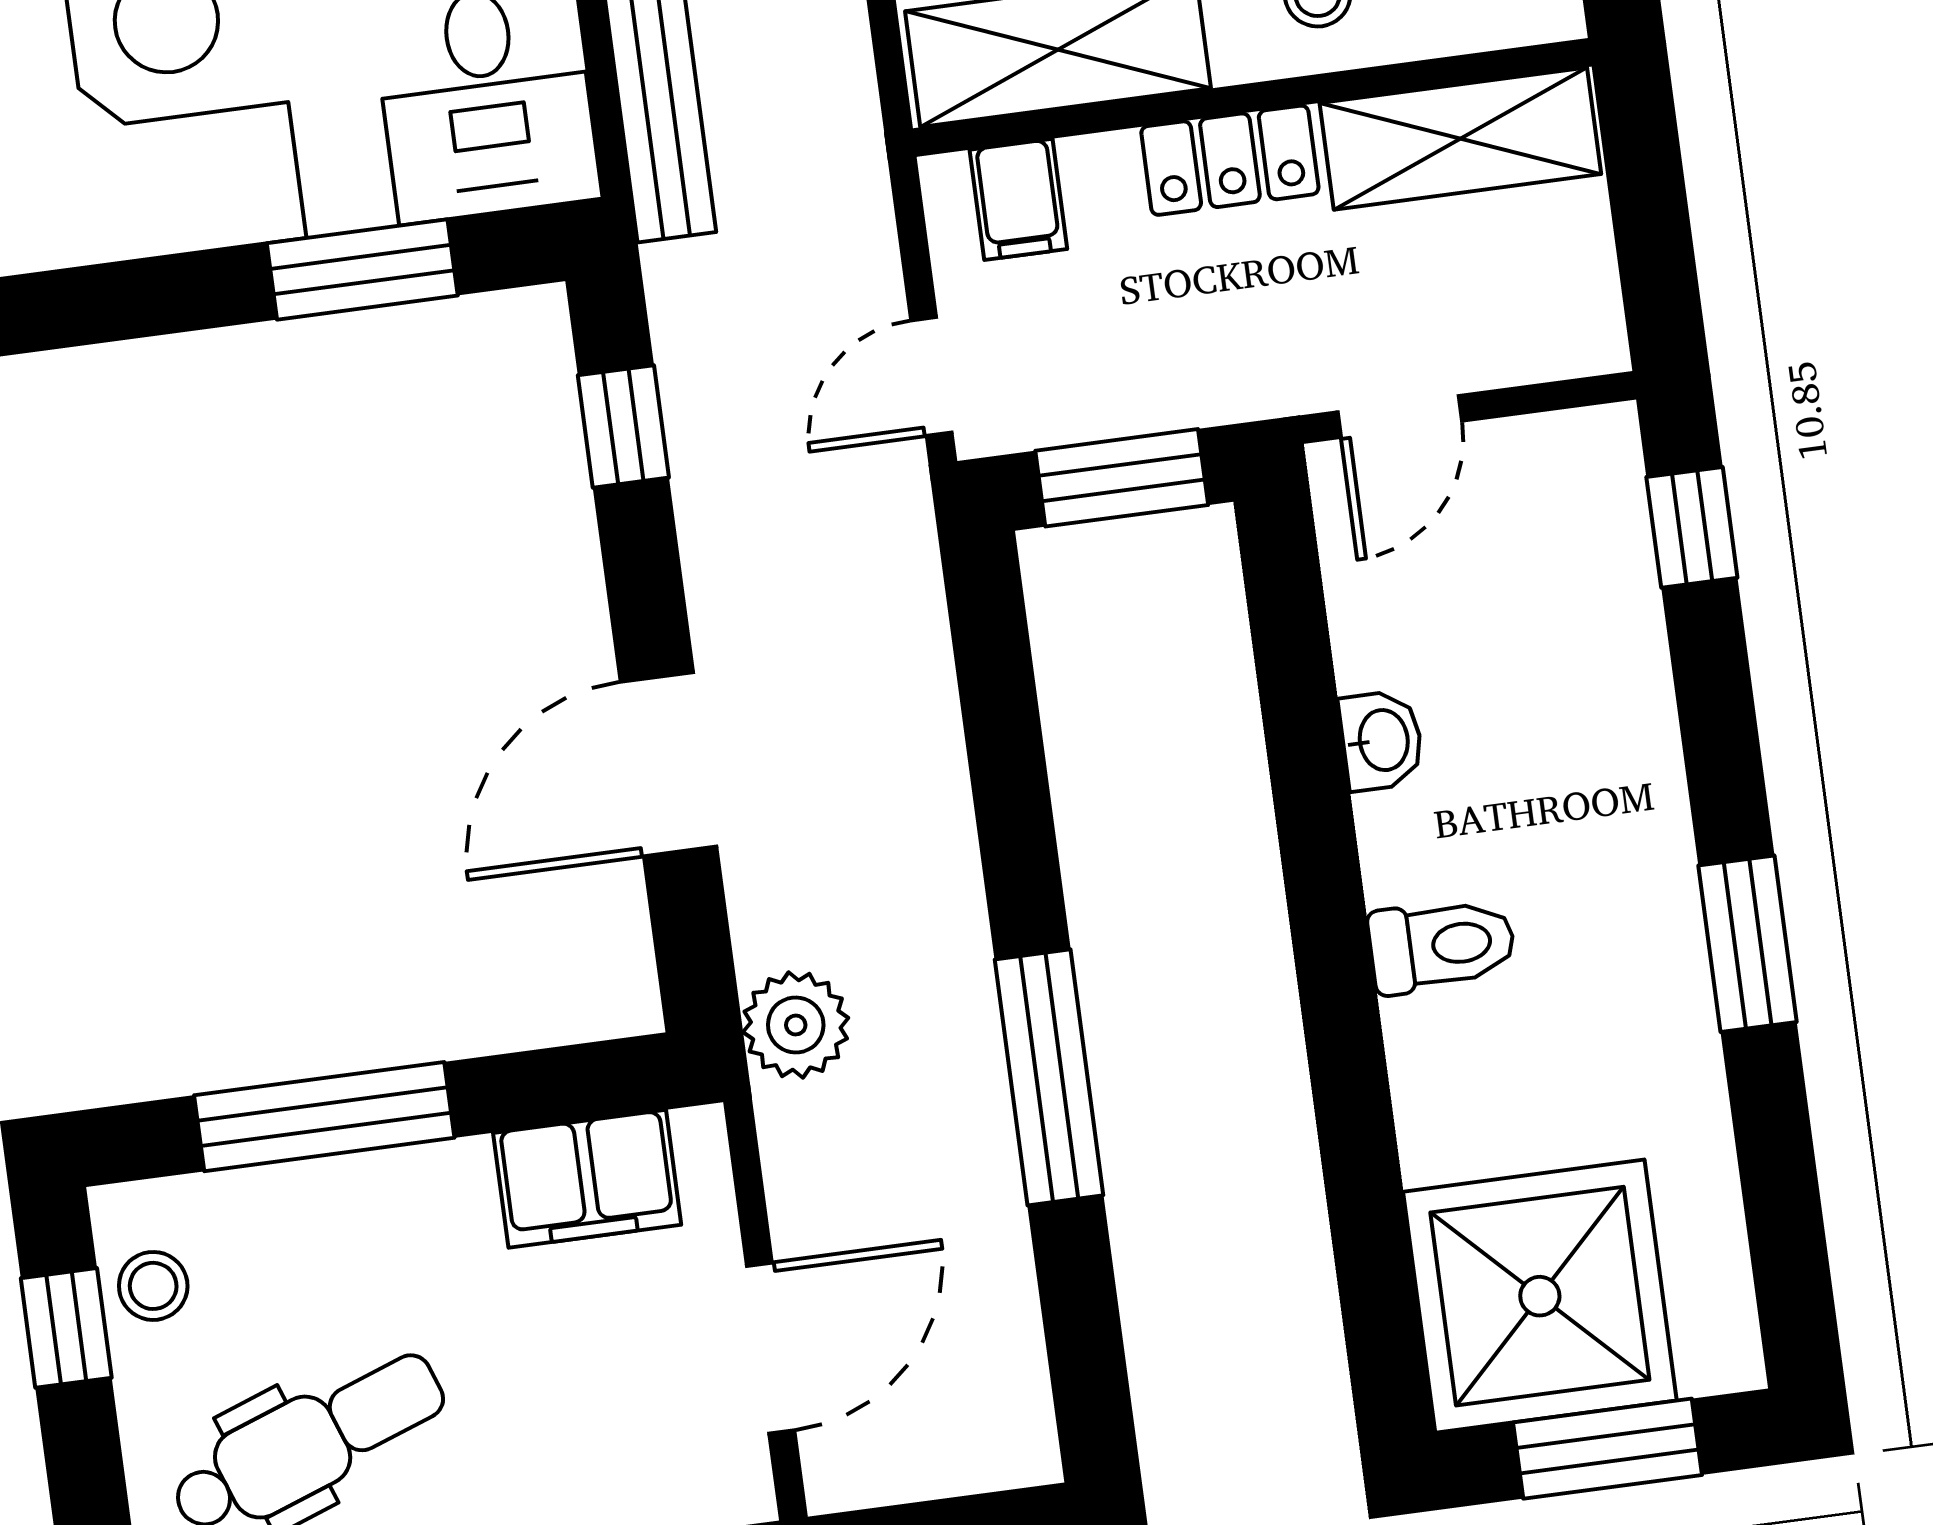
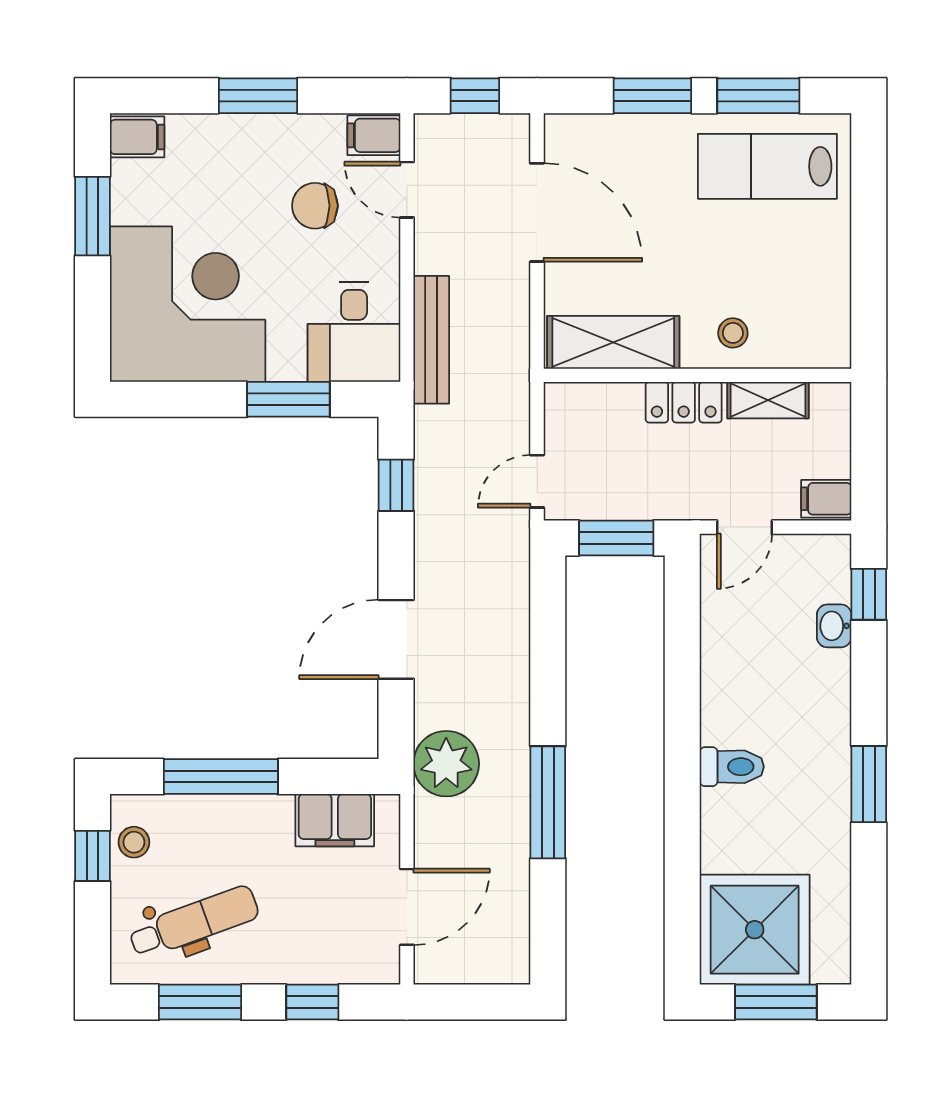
shelving: (1460, 139) -> (768, 400), width x0.67, depth x0.75
filing cabinet: (1018, 199) -> (826, 499), moved, turned 90
washbasin: (1381, 740) -> (834, 626), moved, turned 180
plant: (796, 1025) -> (446, 764), width x1.36, depth x1.36

